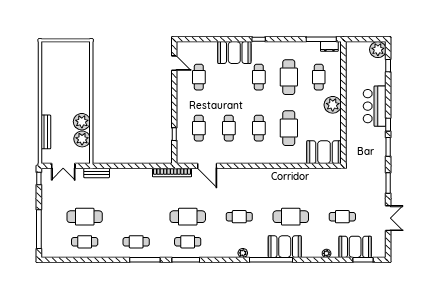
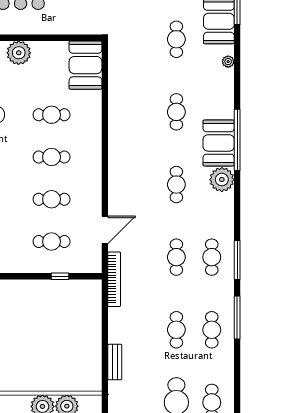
cafe table: (289, 128) -> (52, 115), width x0.73, depth x0.74
bench: (97, 173) -> (115, 362), moved
cafe table: (136, 217) -> (176, 330), added
cafe table: (188, 217) -> (176, 257), width x0.73, depth x0.74
cafe table: (291, 217) -> (176, 112), width x0.73, depth x0.74
booth: (285, 247) -> (219, 143), moved
plant: (243, 253) -> (222, 180), width x1.87, depth x1.87

